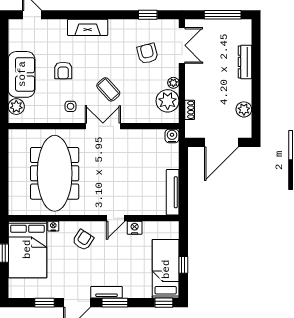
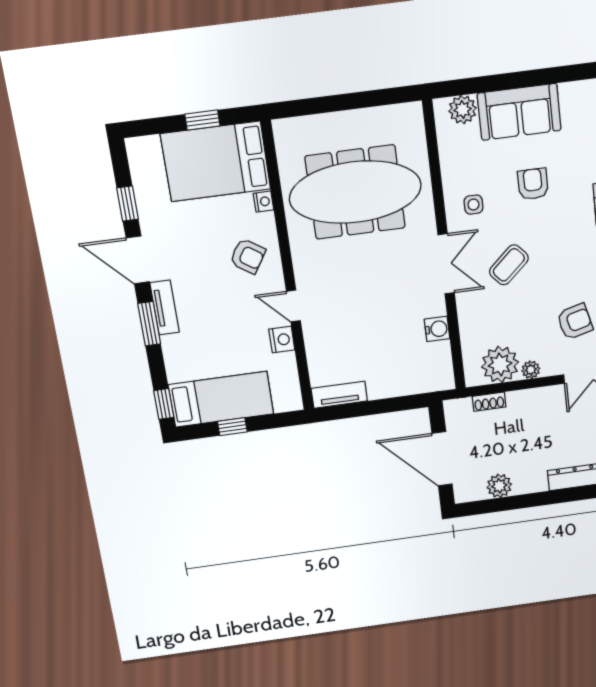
armchair: (63, 71) -> (533, 184), turned 90
water cooler: (172, 136) -> (437, 329), moved
tv unit: (173, 192) -> (339, 395), width x0.71

